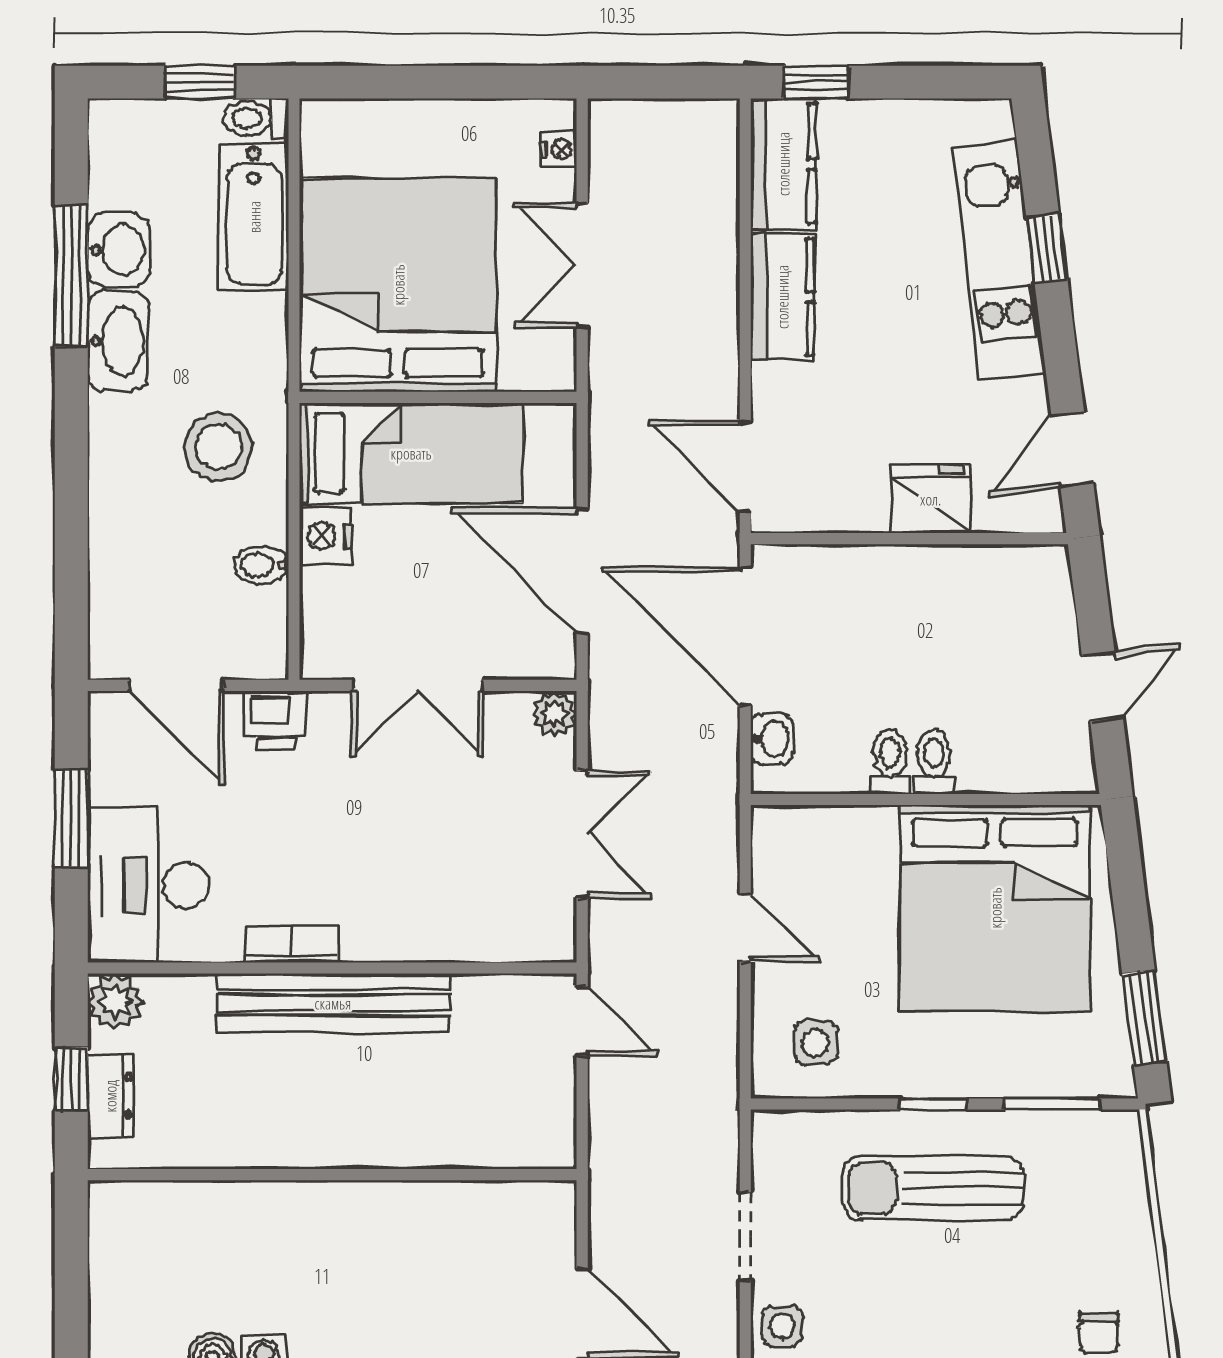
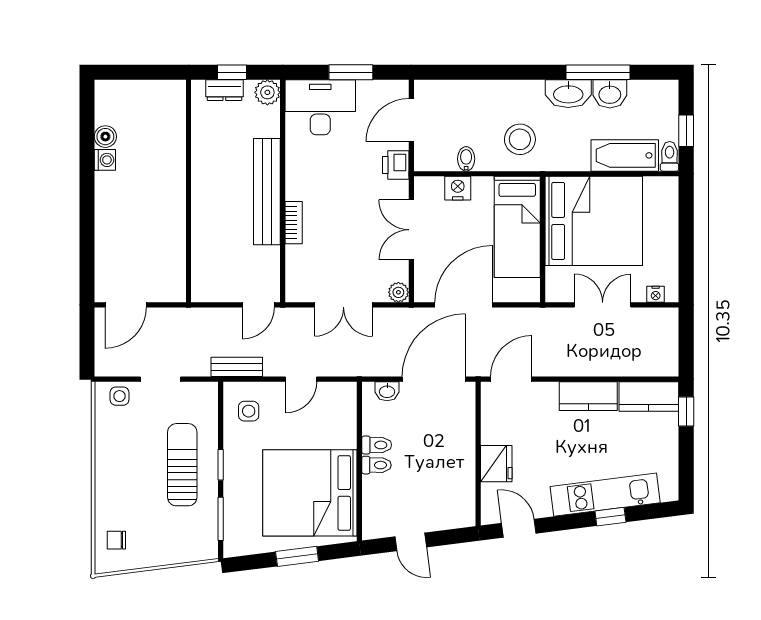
nightstand: (326, 536) -> (458, 188), moved
bookcase: (292, 944) -> (294, 223), moved
window: (1144, 1017) -> (297, 556), moved
bench: (718, 1069) -> (237, 367), added

